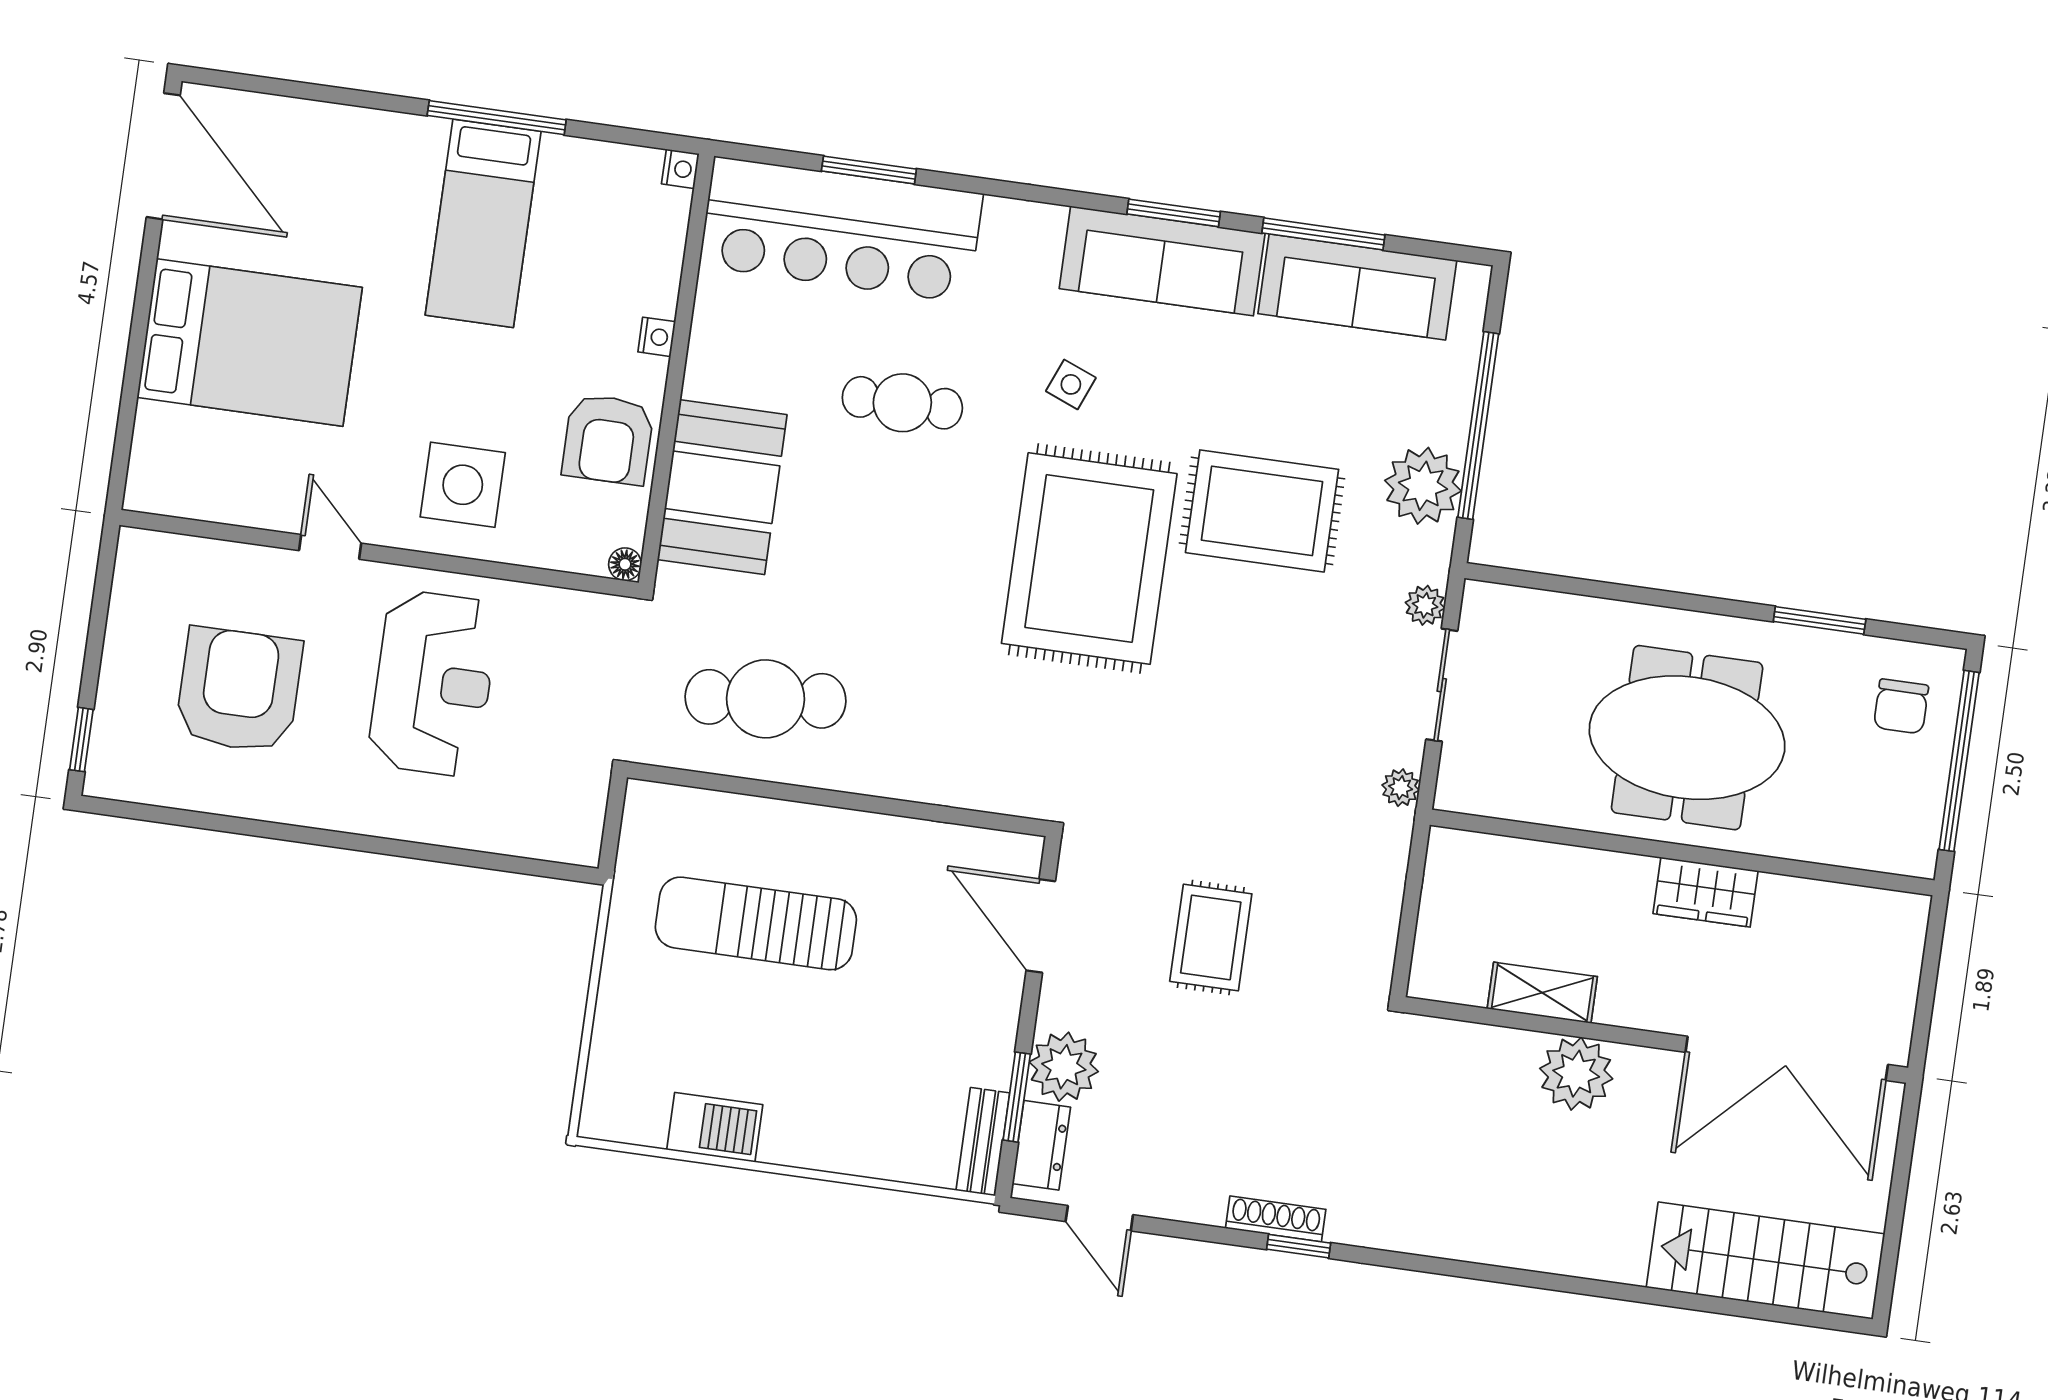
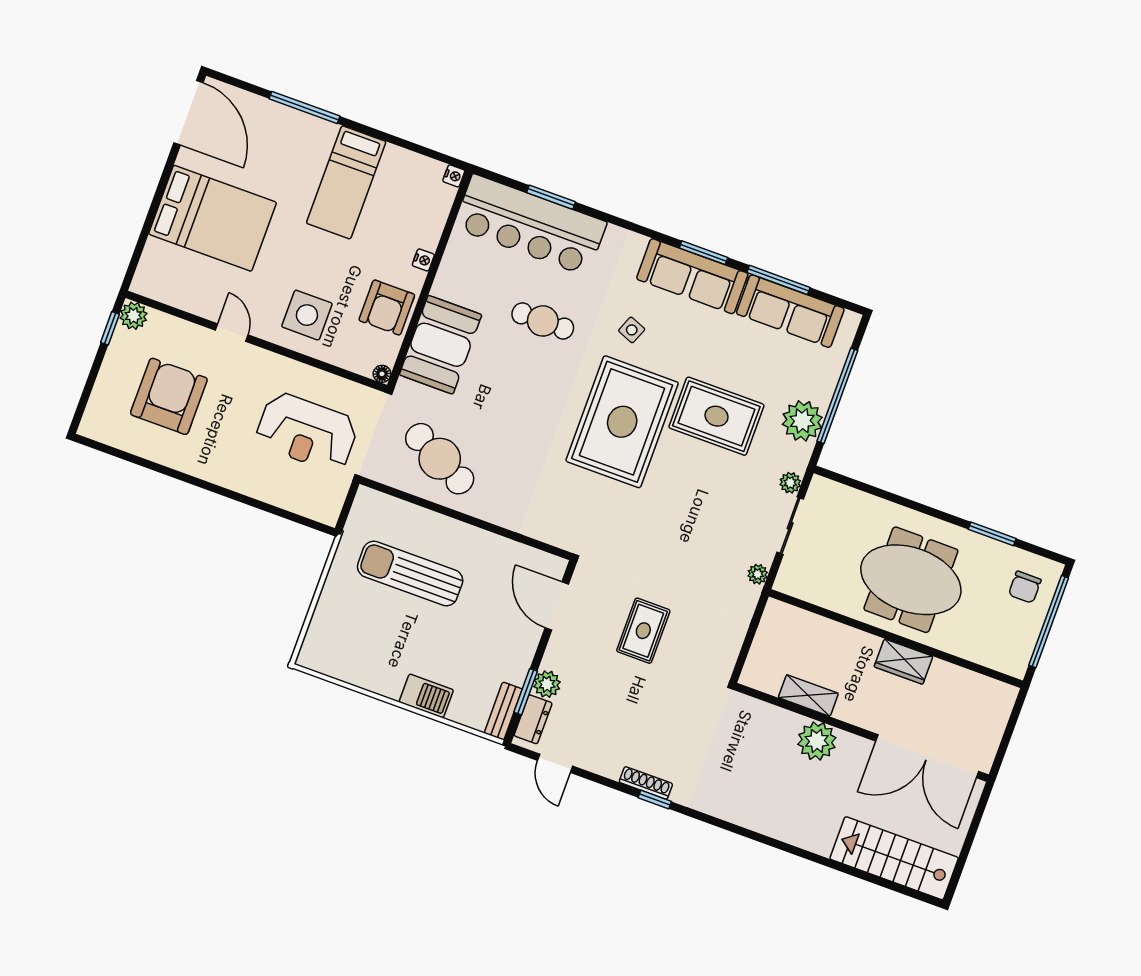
window: (497, 118) -> (304, 107), moved
plant: (141, 554) -> (134, 316), added
reception desk: (433, 683) -> (307, 432), moved, turned 90
cafe table: (765, 699) -> (440, 459), turned 33
window: (81, 740) -> (110, 328), moved
plant: (1064, 1067) -> (547, 684), width x0.73, depth x0.73
barbecue: (715, 1127) -> (426, 696), moved

